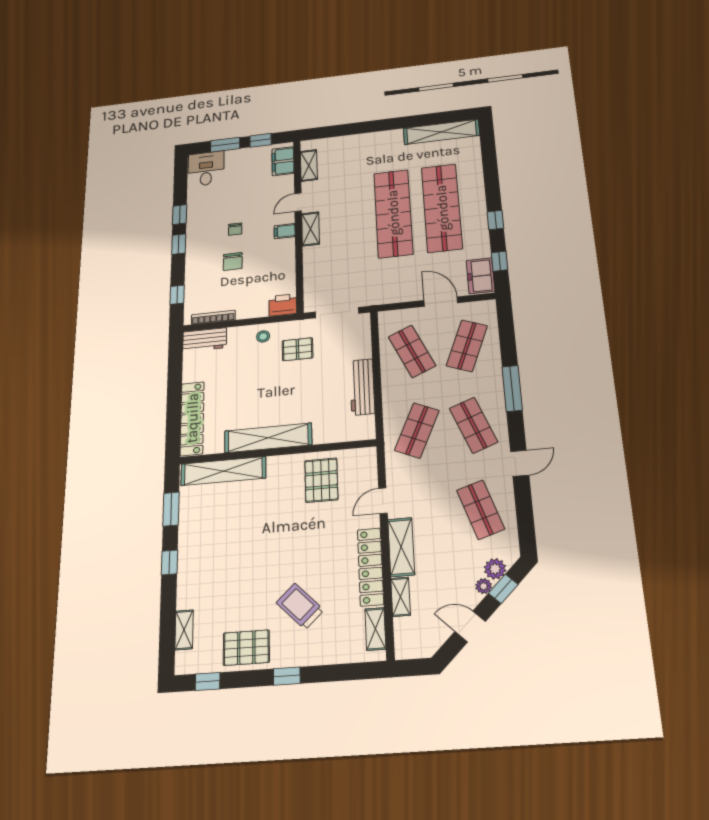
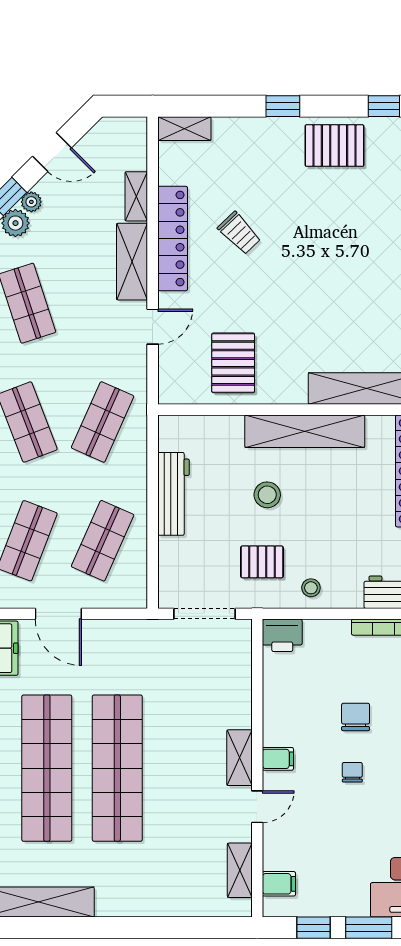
filing cabinet: (283, 161) -> (279, 884), width x0.50
shop shelf: (412, 351) -> (103, 541), turned 48
stool: (295, 393) -> (267, 495), added
trolley: (300, 606) -> (239, 233), moved, width x0.73, depth x0.72
shelving: (375, 629) -> (184, 129), moved, turned 90

